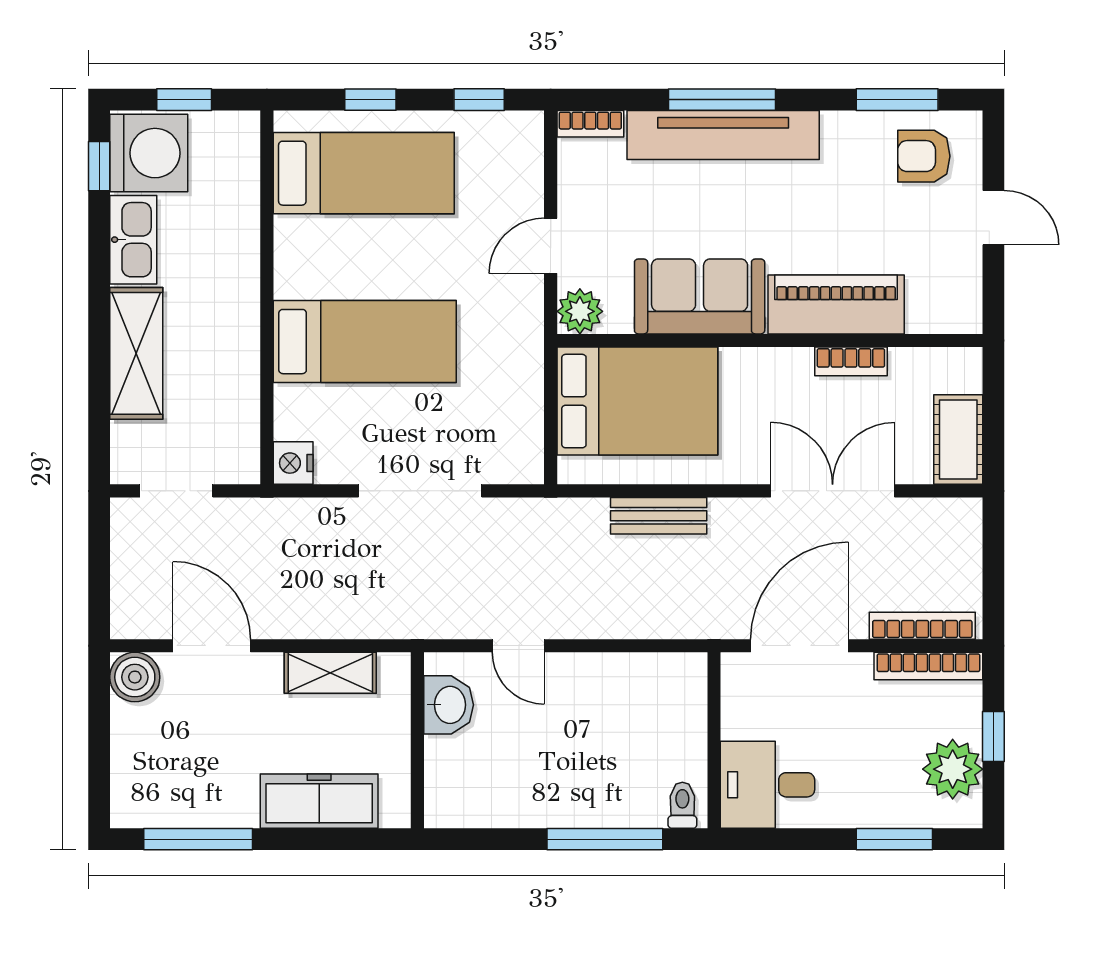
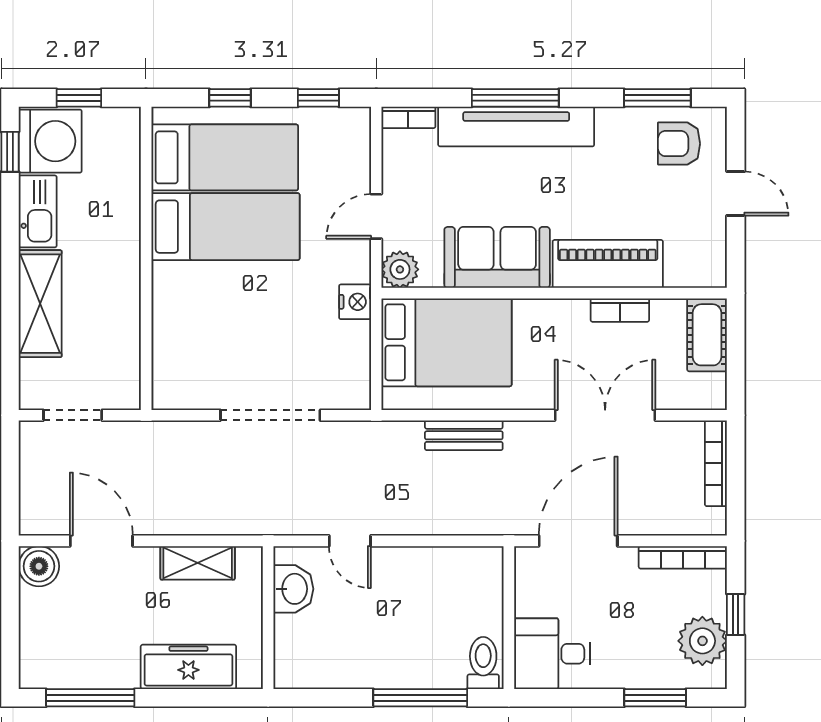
bed: (365, 342) -> (225, 227), moved
cot: (958, 440) -> (707, 335), moved
nightstand: (293, 463) -> (355, 302), moved, turned 180
bookcase: (922, 626) -> (716, 463), moved, turned -90
toilet: (682, 805) -> (483, 663), width x1.37, depth x1.39

